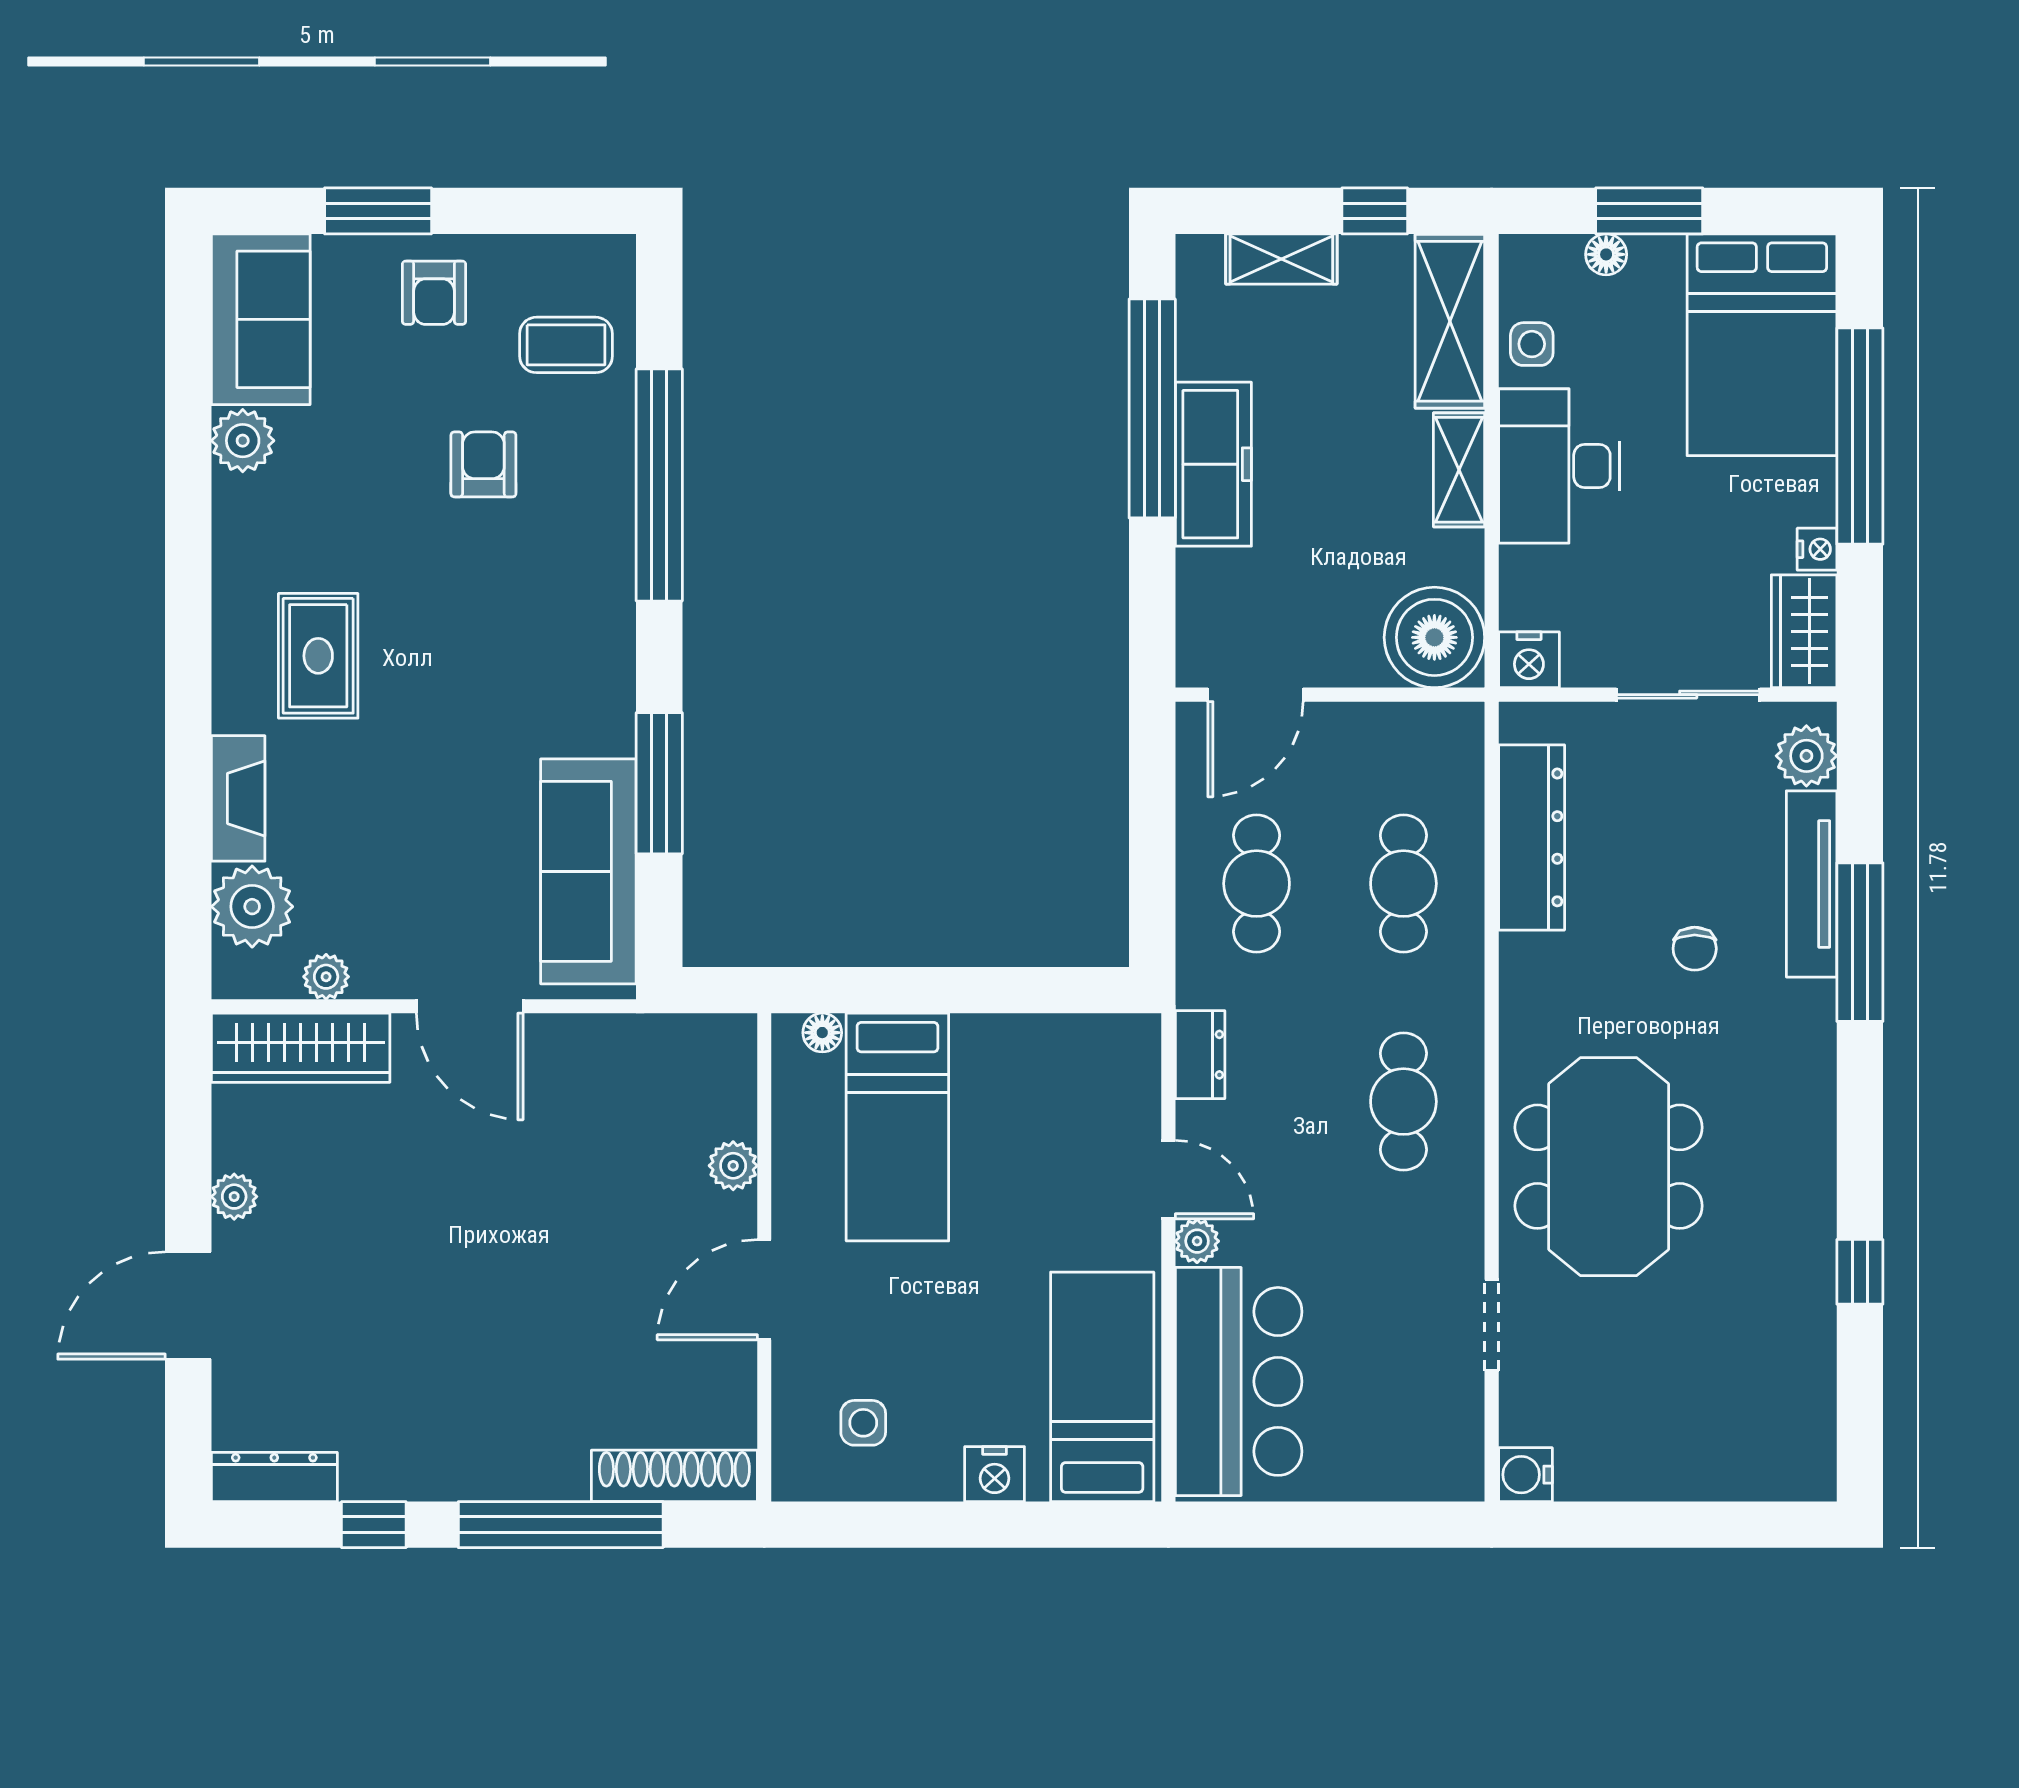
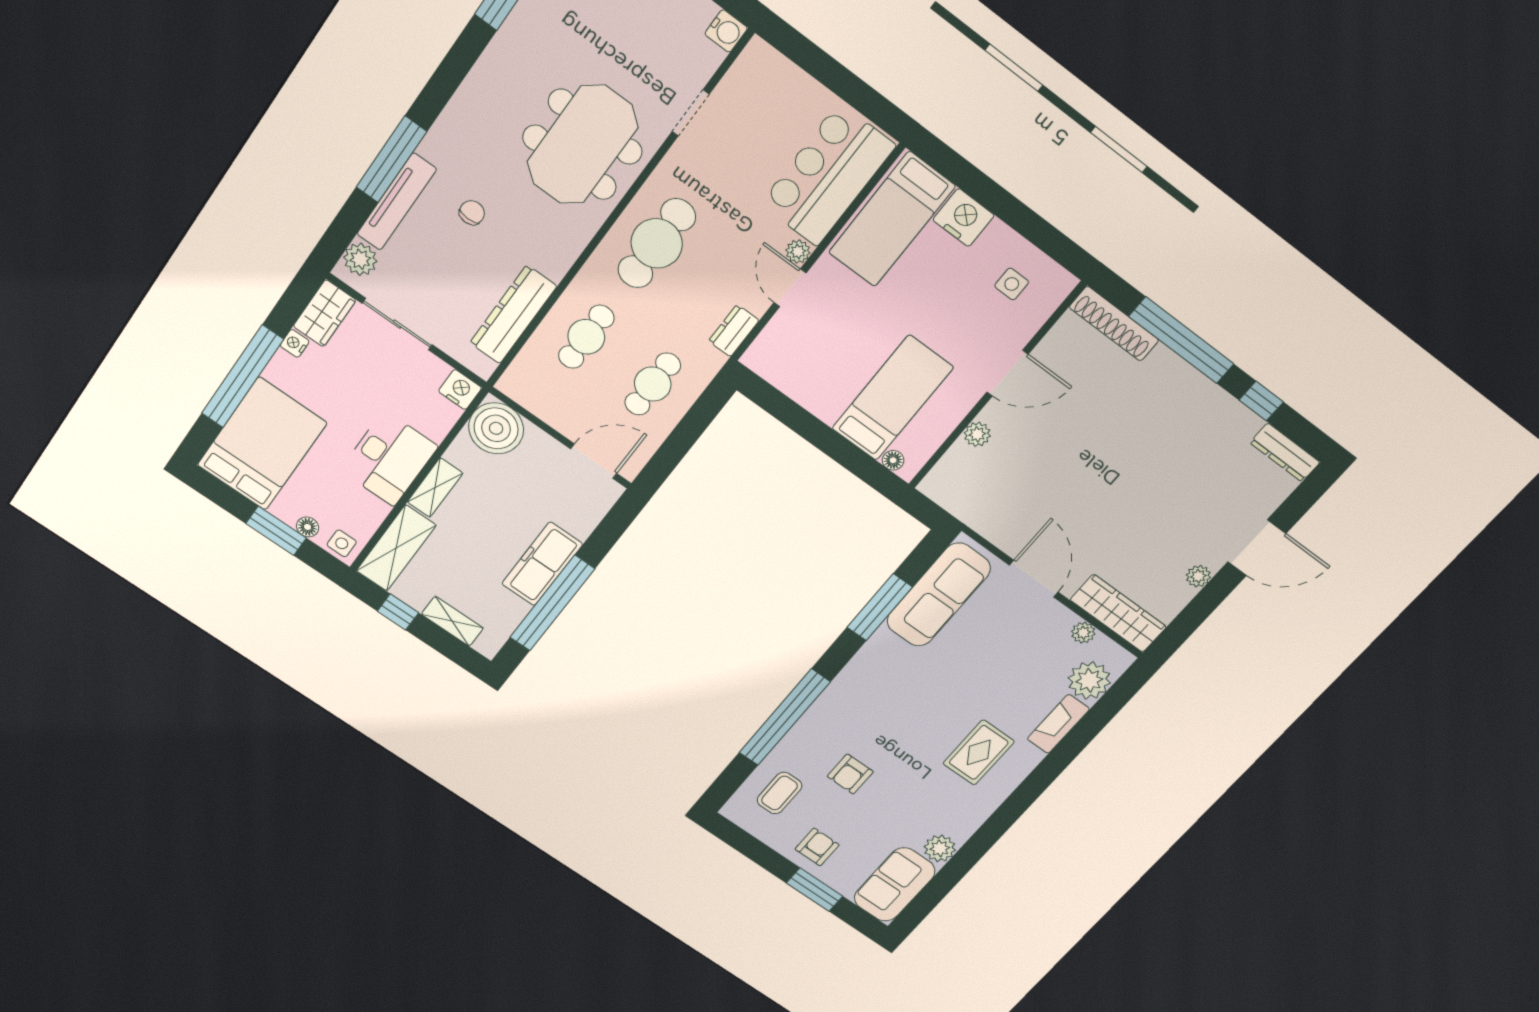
side table: (1532, 344) -> (342, 543), moved
coffee table: (566, 345) -> (780, 793), turned 90
cafe table: (1403, 1102) -> (657, 243), width x1.37, depth x1.35
nightstand: (995, 1474) -> (964, 218), width x1.36, depth x1.33

